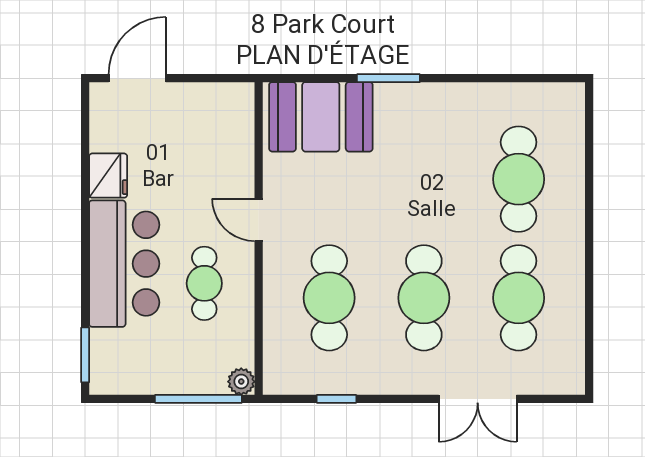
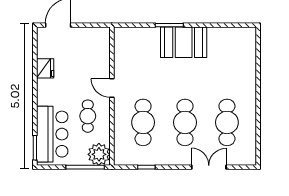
booth: (321, 117) -> (184, 42), moved
cafe table: (519, 179) -> (227, 70), removed
bar counter: (124, 264) -> (52, 134), moved
plant: (241, 382) -> (99, 154), width x1.87, depth x1.87
double door: (478, 399) -> (209, 167), swing flipped

